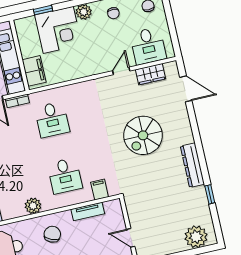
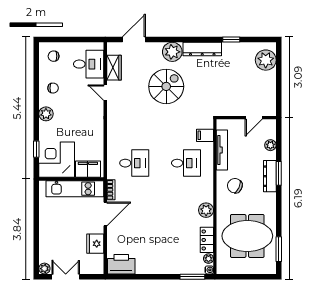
corner desk: (58, 30) -> (57, 160), moved, turned -90
plant: (182, 133) -> (172, 52), added
spiral stairs: (143, 135) -> (166, 86), turned -90
plant: (33, 206) -> (206, 210), moved
tv unit: (88, 211) -> (222, 150), width x1.41

